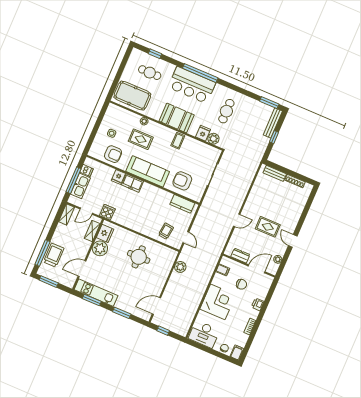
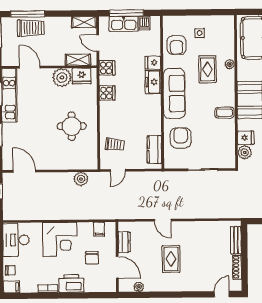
cooker: (126, 220) -> (107, 93), added
door: (293, 241) -> (222, 294), moved
printer: (258, 304) -> (71, 283), width x1.87, depth x1.48

